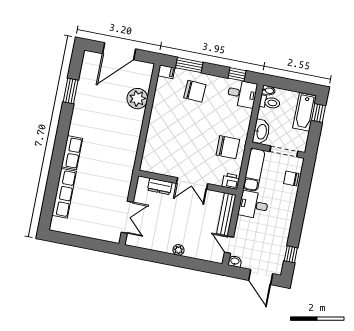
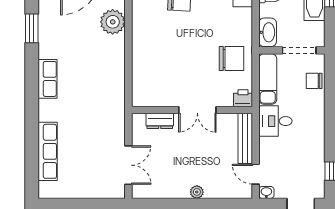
row of seats: (72, 153) -> (48, 79), moved

